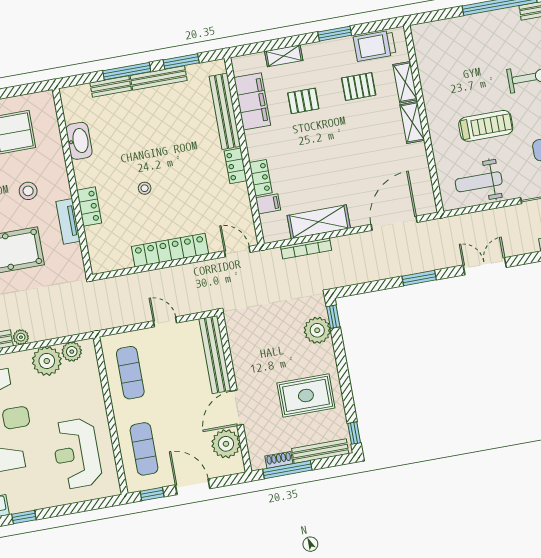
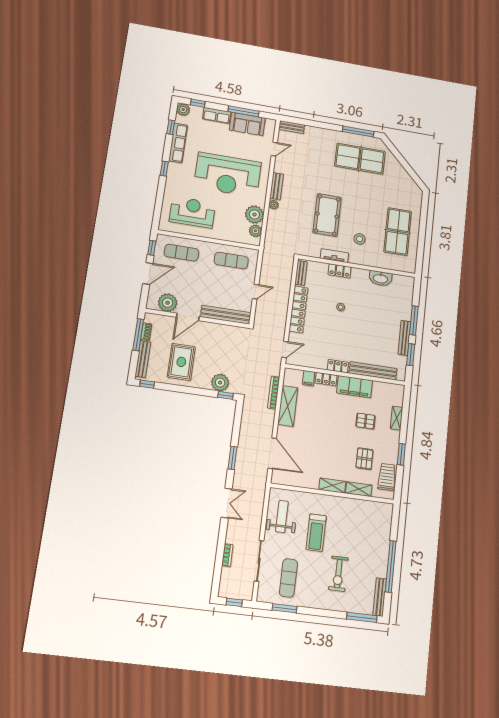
bench: (111, 86) -> (301, 273), moved
filing cabinet: (252, 101) -> (355, 387), moved
pallet: (303, 101) -> (366, 421), turned 90
door: (237, 408) -> (188, 317), swing flipped

